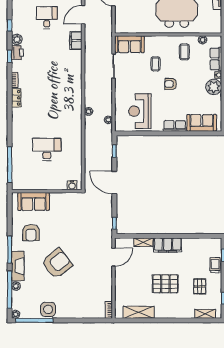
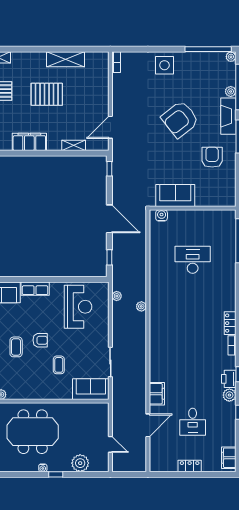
coffee table: (184, 52) -> (16, 347), moved
desk: (47, 149) -> (193, 260), turned 180
sofa: (34, 201) -> (175, 196), moved
filing cabinet: (168, 245) -> (29, 142), moved
side table: (48, 309) -> (164, 65), moved
shelving: (139, 312) -> (66, 59), moved

